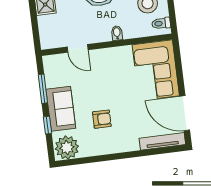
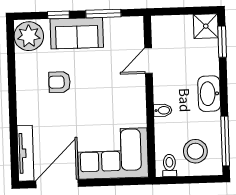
armchair: (102, 119) -> (59, 82), turned 90

